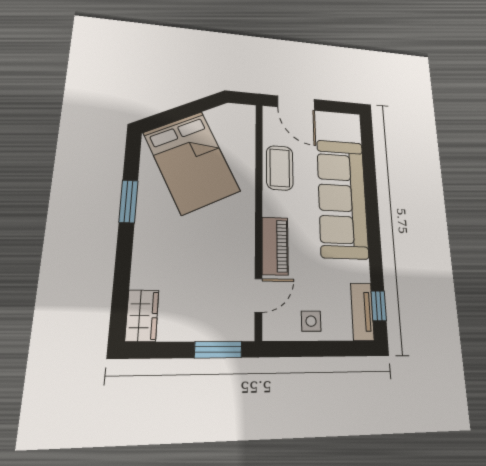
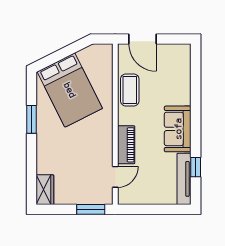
sofa: (342, 198) -> (178, 129), width x0.54, depth x0.79
window: (379, 306) -> (196, 167), moved
tv unit: (362, 312) -> (184, 179), width x1.41
side table: (311, 321) -> (149, 193), removed

